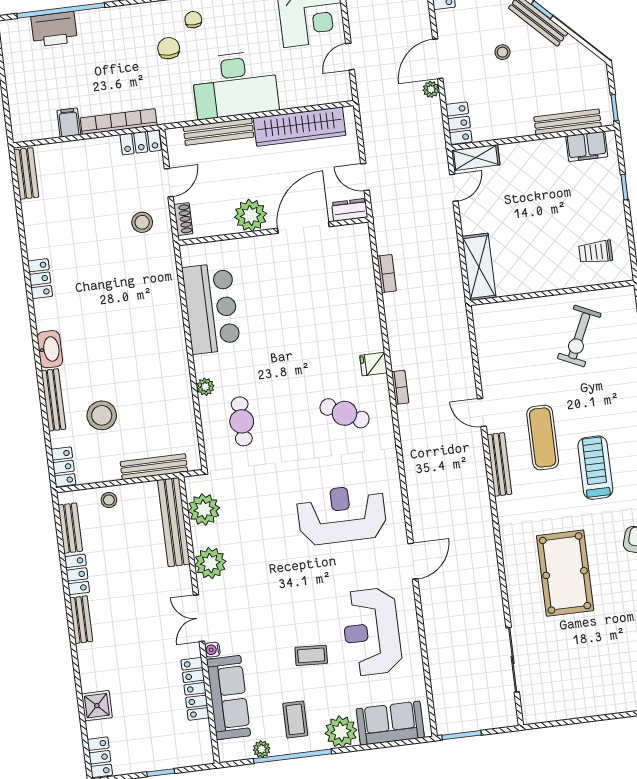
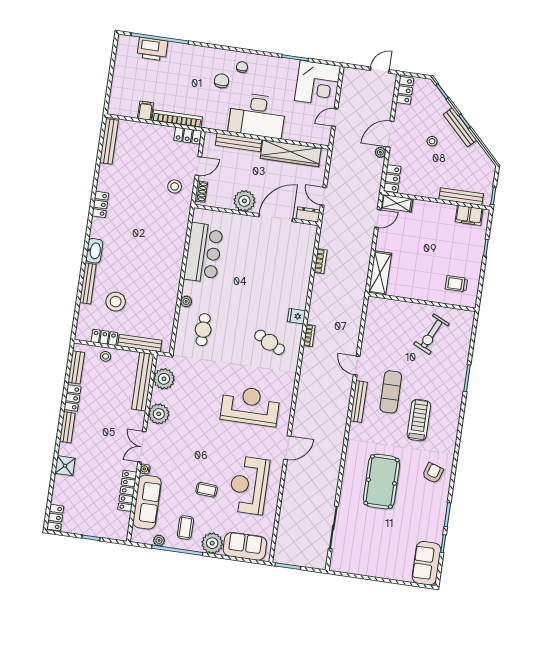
bench: (26, 173) -> (109, 141), width x1.36
locker: (63, 467) -> (104, 337), moved, turned -90
shower: (97, 706) -> (65, 466), moved

